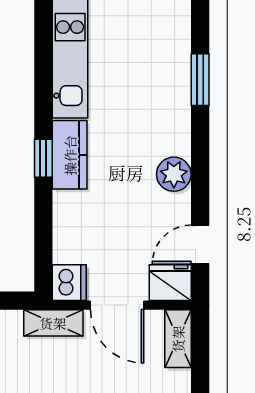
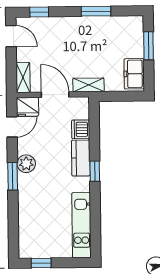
window: (200, 80) -> (13, 176), moved
kitchen counter: (70, 155) -> (81, 158), moved
dishwasher: (69, 283) -> (81, 129), moved

